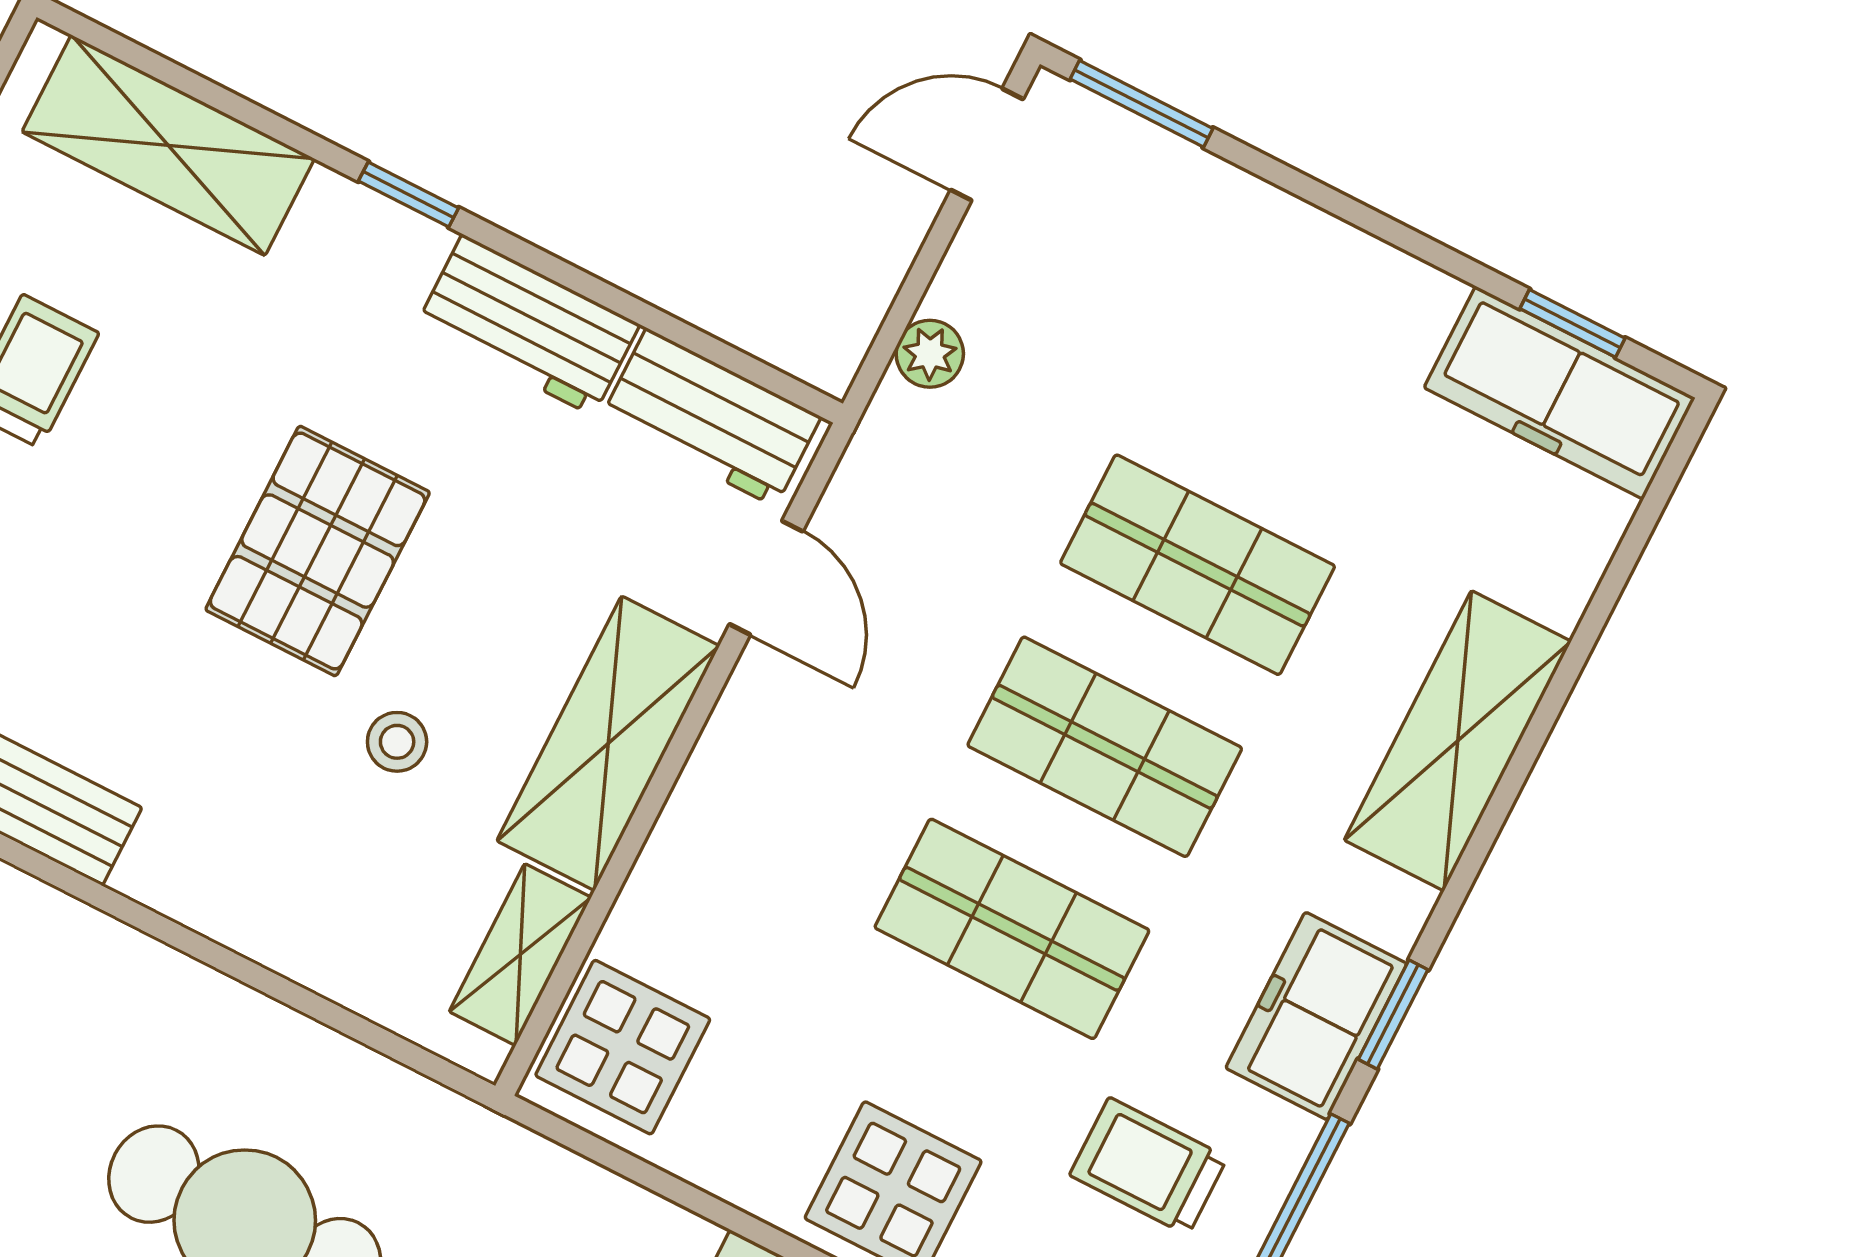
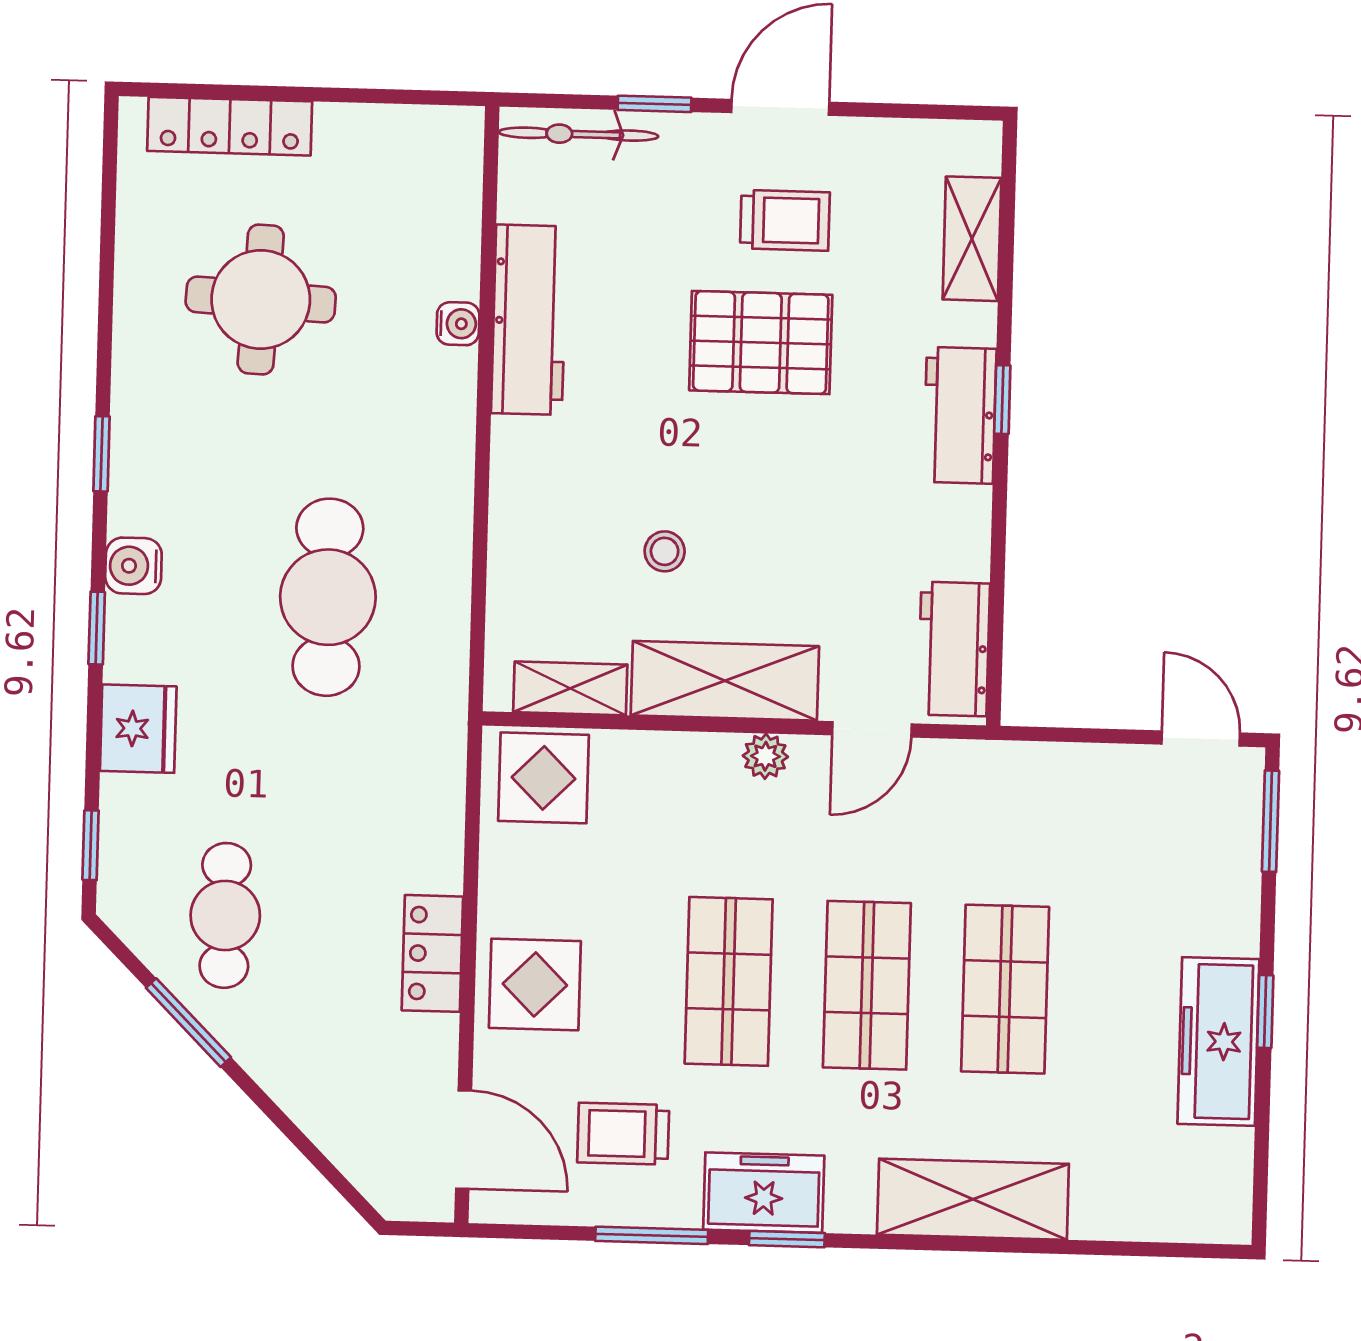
shelving: (168, 145) -> (972, 239), width x0.67, depth x0.75
window: (1572, 323) -> (1265, 1012), moved
workbench: (528, 325) -> (960, 415), moved
plant: (930, 354) -> (765, 756), moved
freezer: (1560, 393) -> (1218, 1042), moved
pallet: (318, 551) -> (761, 343), moved
trolley: (1148, 1166) -> (623, 1134), turned -90

